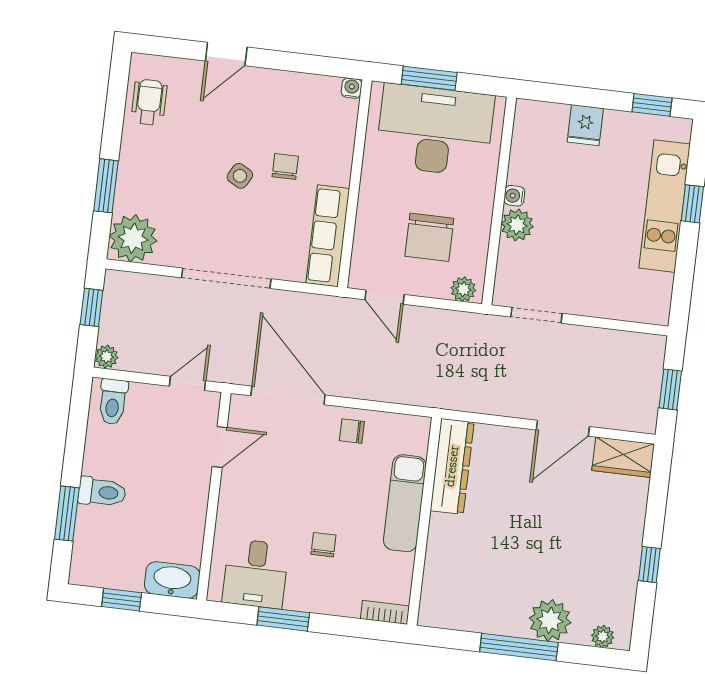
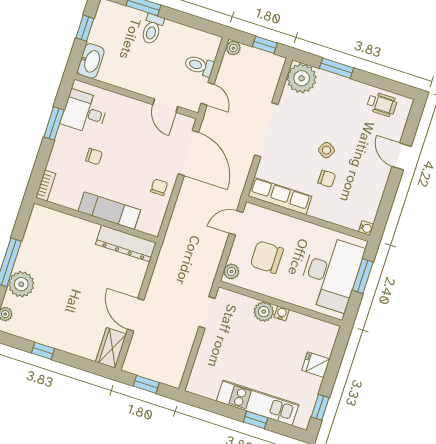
door: (288, 395) -> (188, 153), hinge flipped
toilet: (113, 402) -> (199, 66), moved

